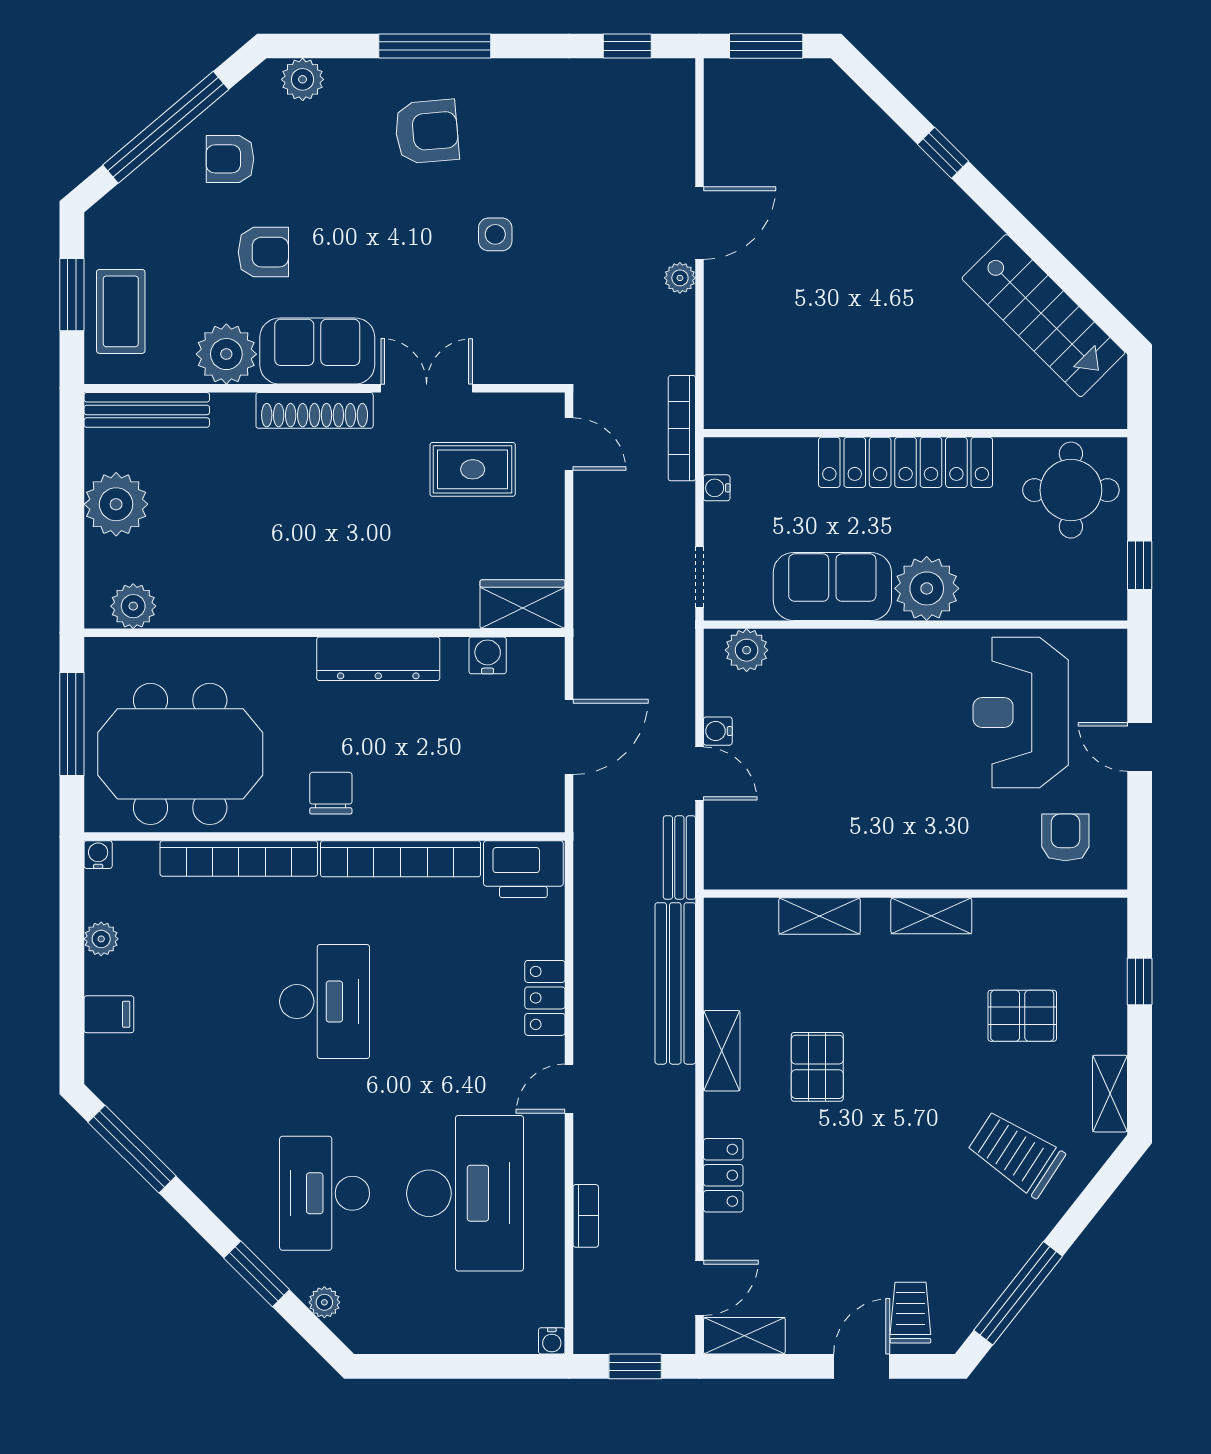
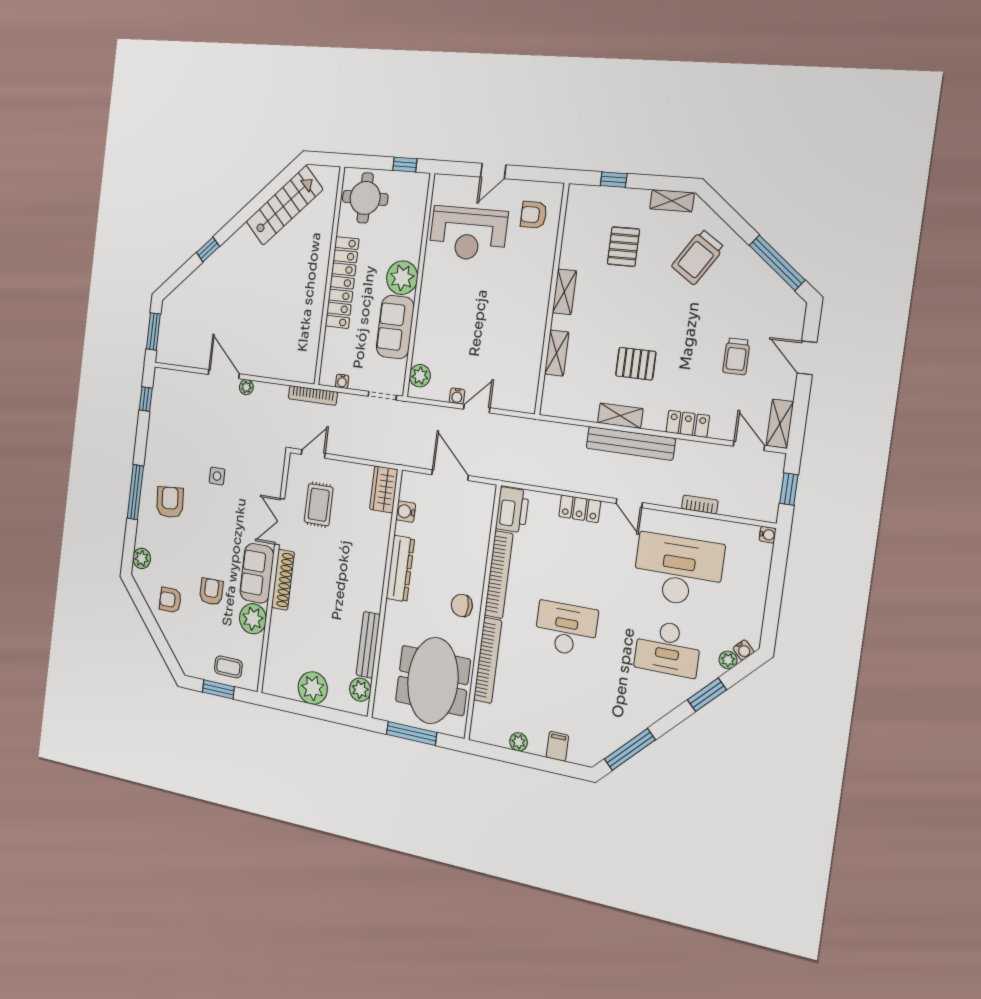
window: (166, 127) -> (154, 628), removed
armchair: (230, 159) -> (170, 600), turned 90
coffee table: (121, 311) -> (228, 667), width x0.73, depth x0.77
bench: (147, 410) -> (368, 645), moved
water cooler: (98, 855) -> (743, 650), moved, turned -135
bench: (679, 858) -> (517, 425), removed
bench: (675, 983) -> (630, 443), moved
trolley: (910, 1313) -> (736, 356), moved, turned -90

